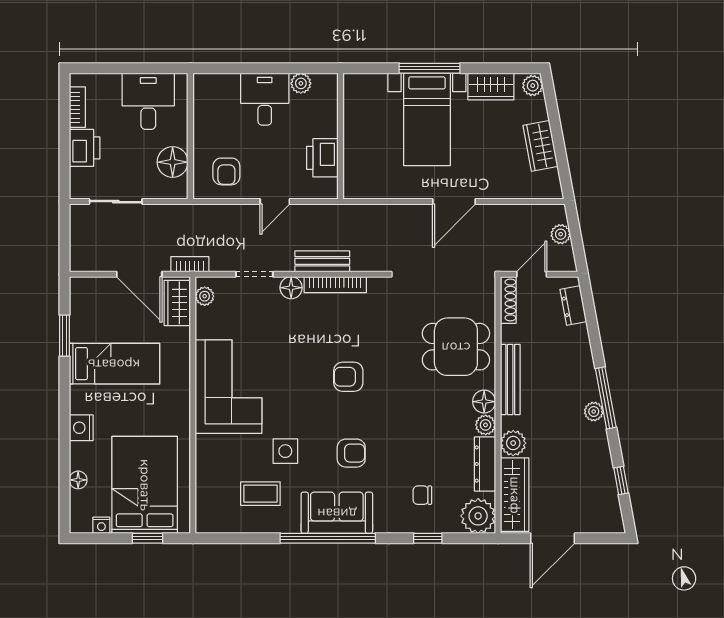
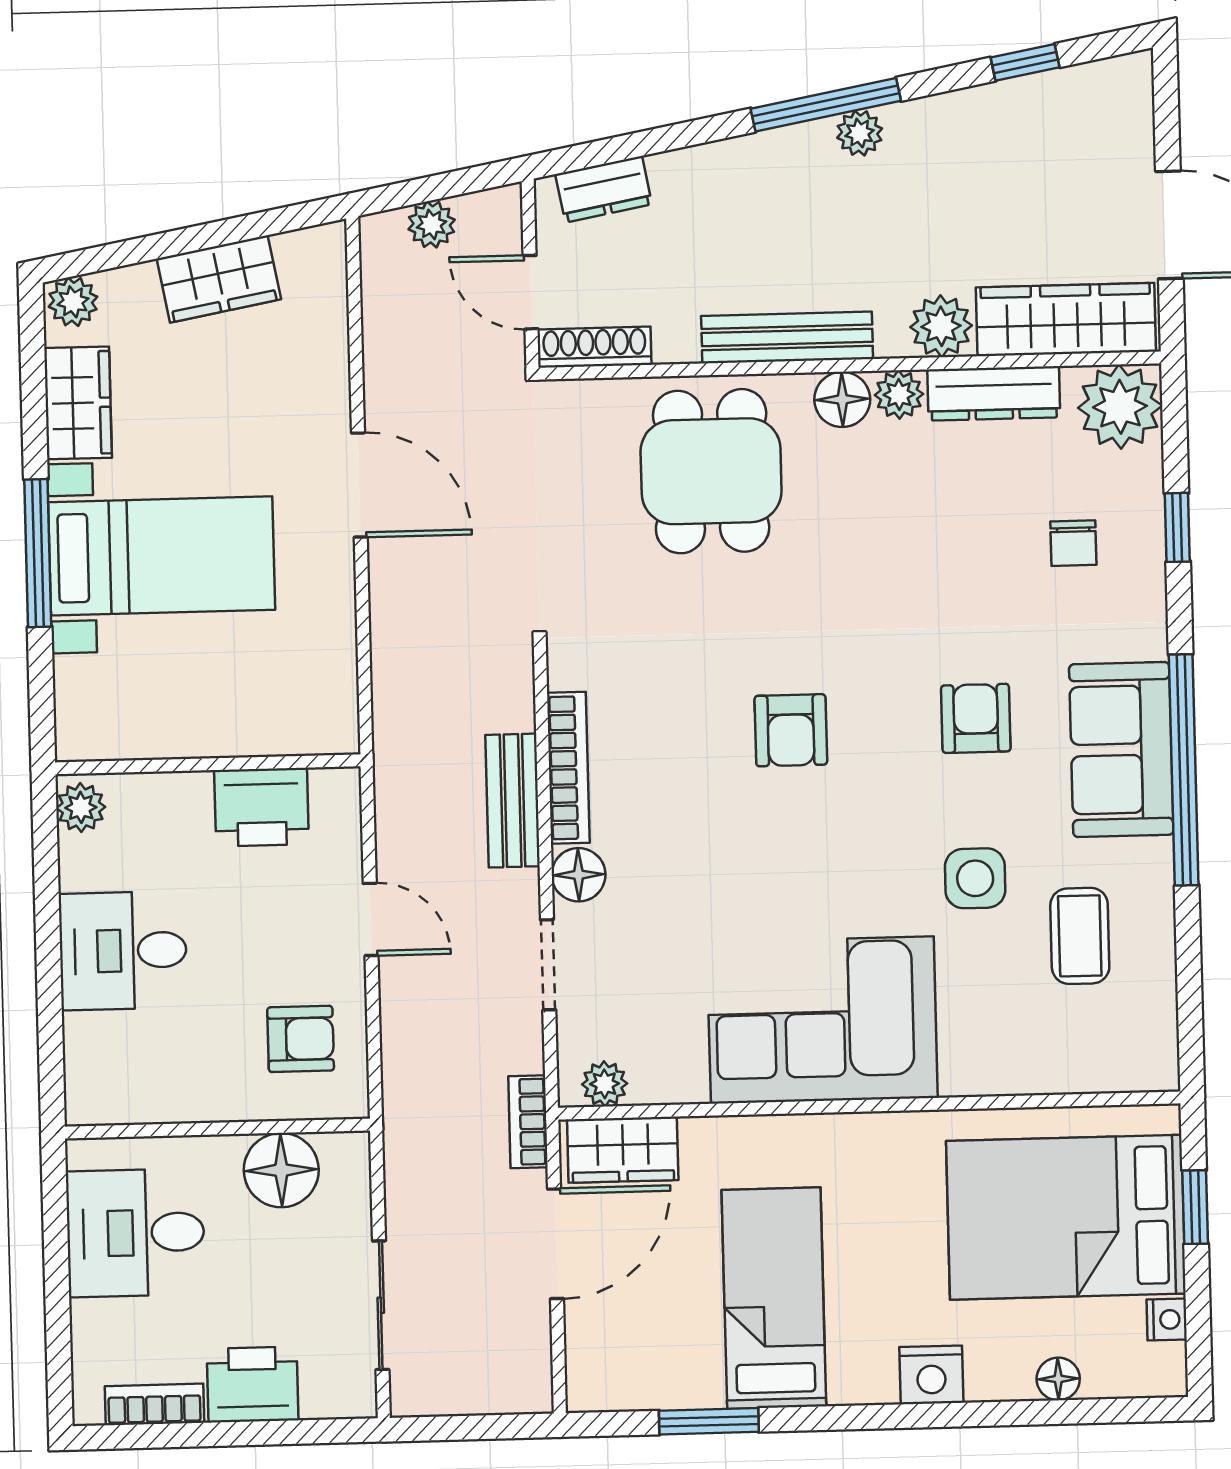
plant: (301, 83) -> (81, 807), moved

